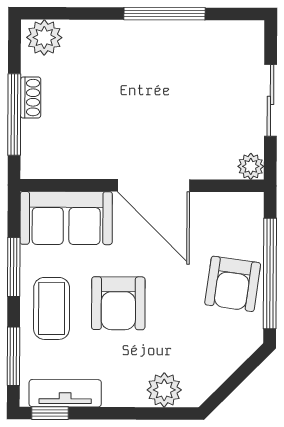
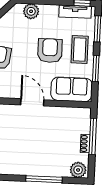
window: (165, 14) -> (44, 179), moved
door: (154, 185) -> (32, 102), width x0.73

